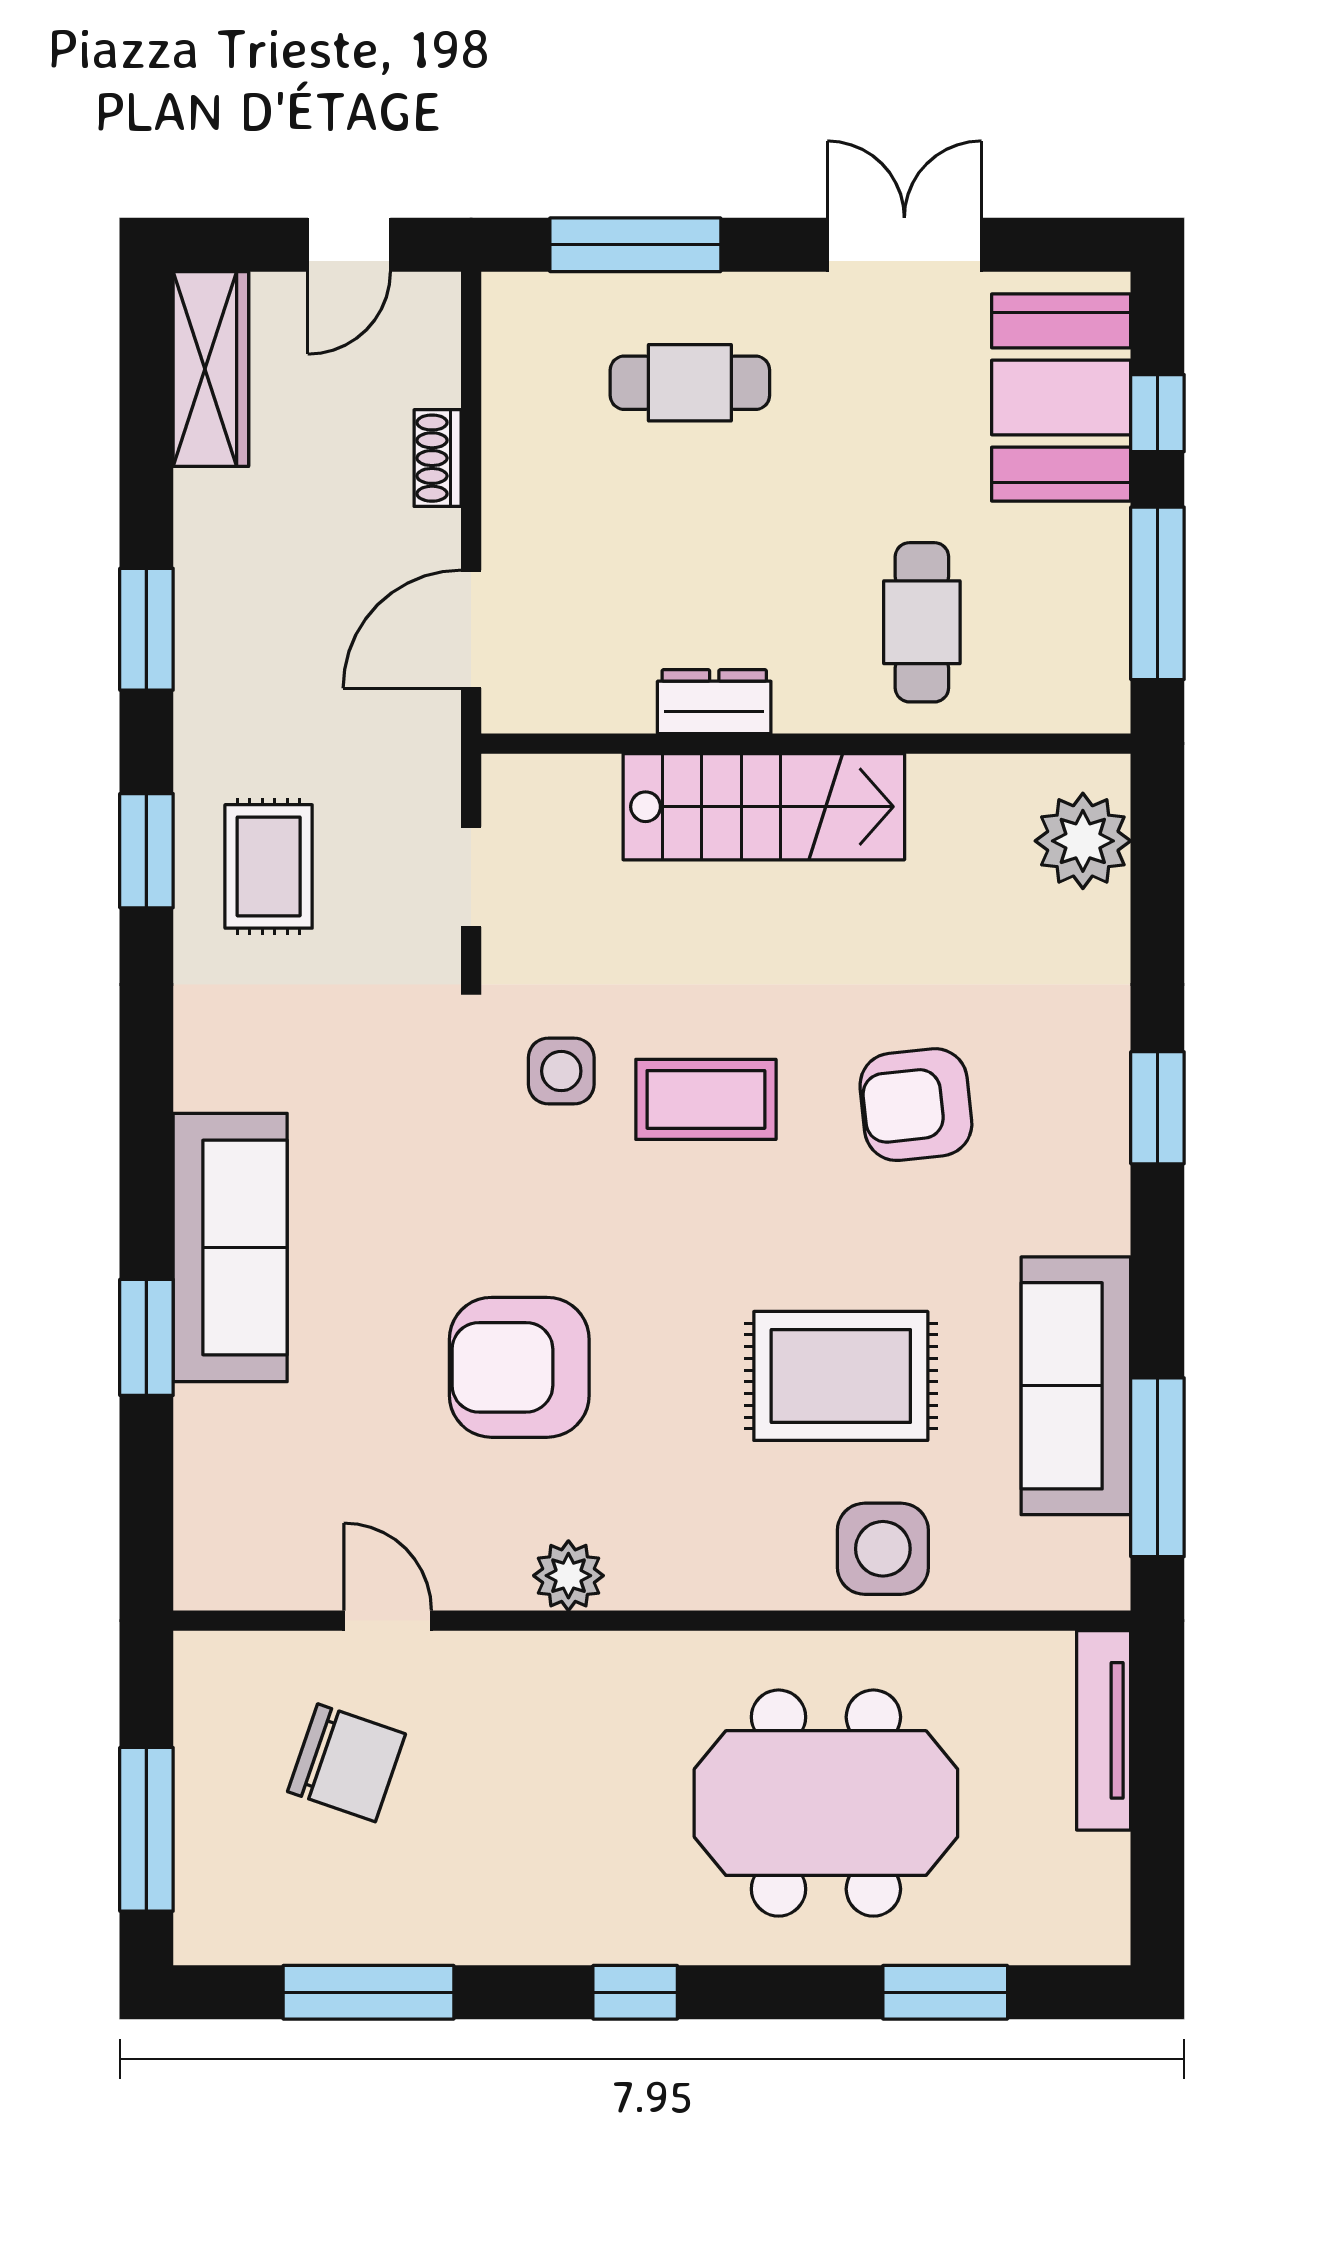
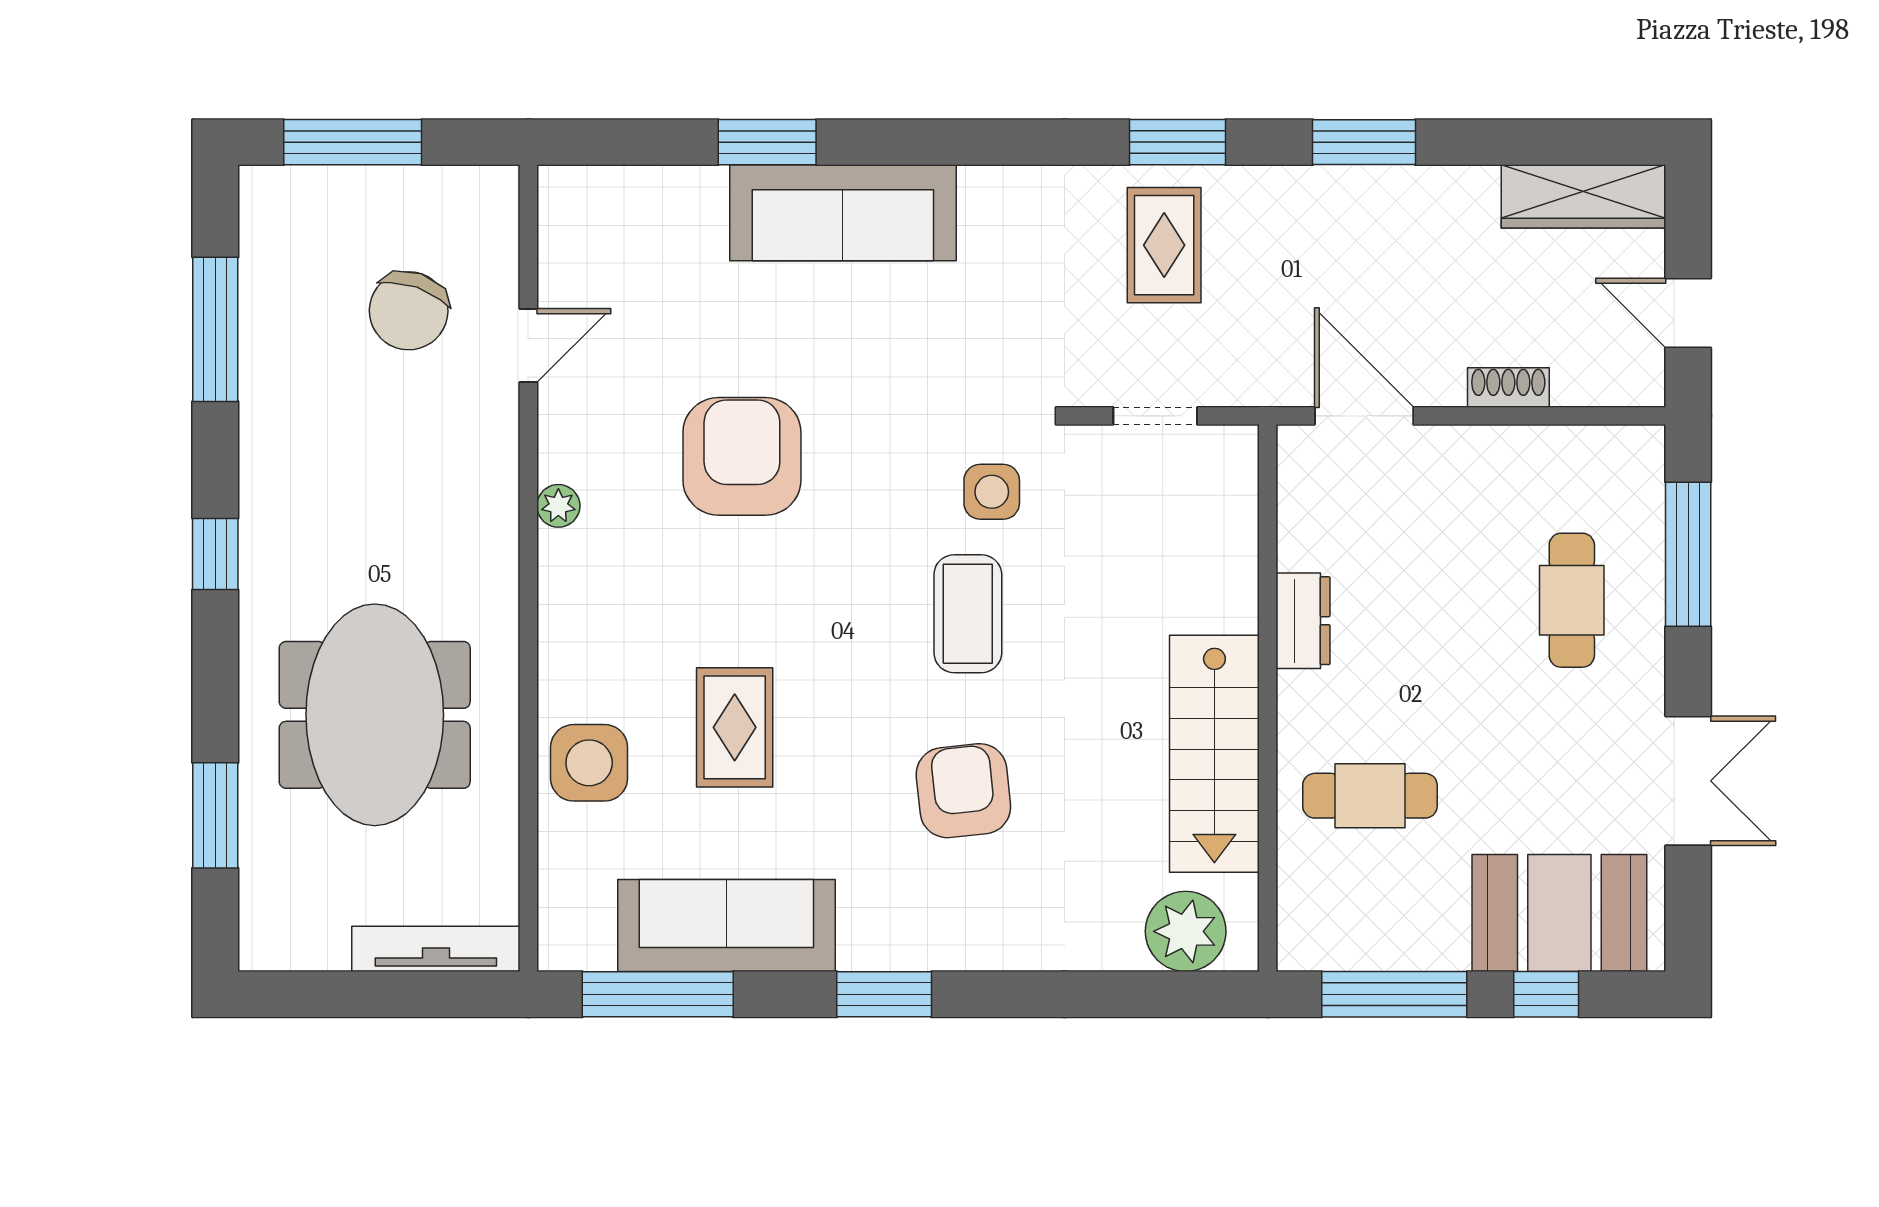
stairs: (764, 807) -> (1214, 754), moved
rug: (269, 866) -> (1164, 245), turned 90
window: (1157, 1108) -> (884, 994), moved
rug: (841, 1376) -> (735, 727), width x0.73, depth x0.70
plant: (568, 1576) -> (558, 506), width x0.73, depth x0.73

